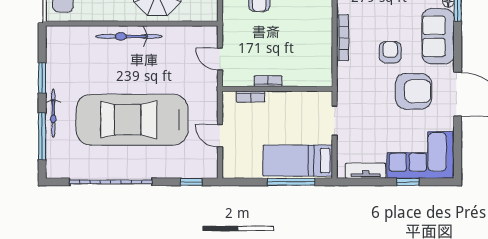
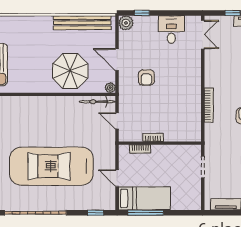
plant: (211, 15) -> (110, 88), added
bicycle: (129, 36) -> (97, 102), moved, width x0.73, depth x0.71
bed: (298, 161) -> (145, 198), moved, turned 180
window: (291, 182) -> (146, 213), moved

